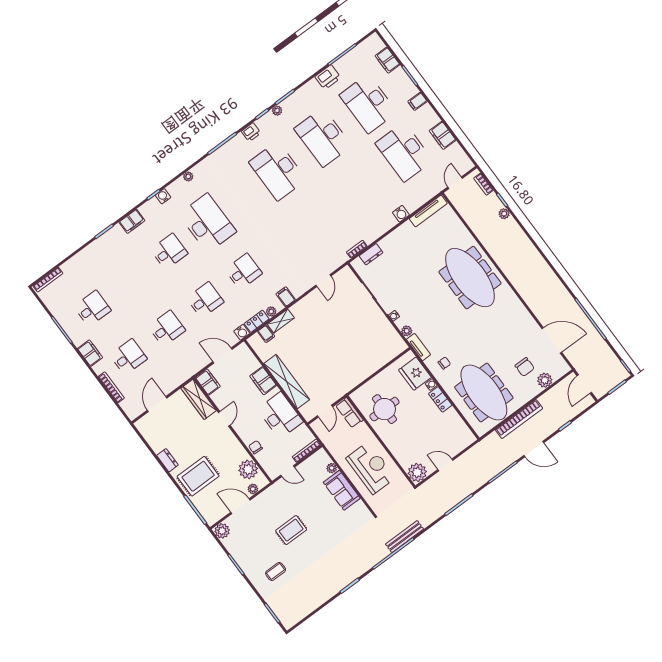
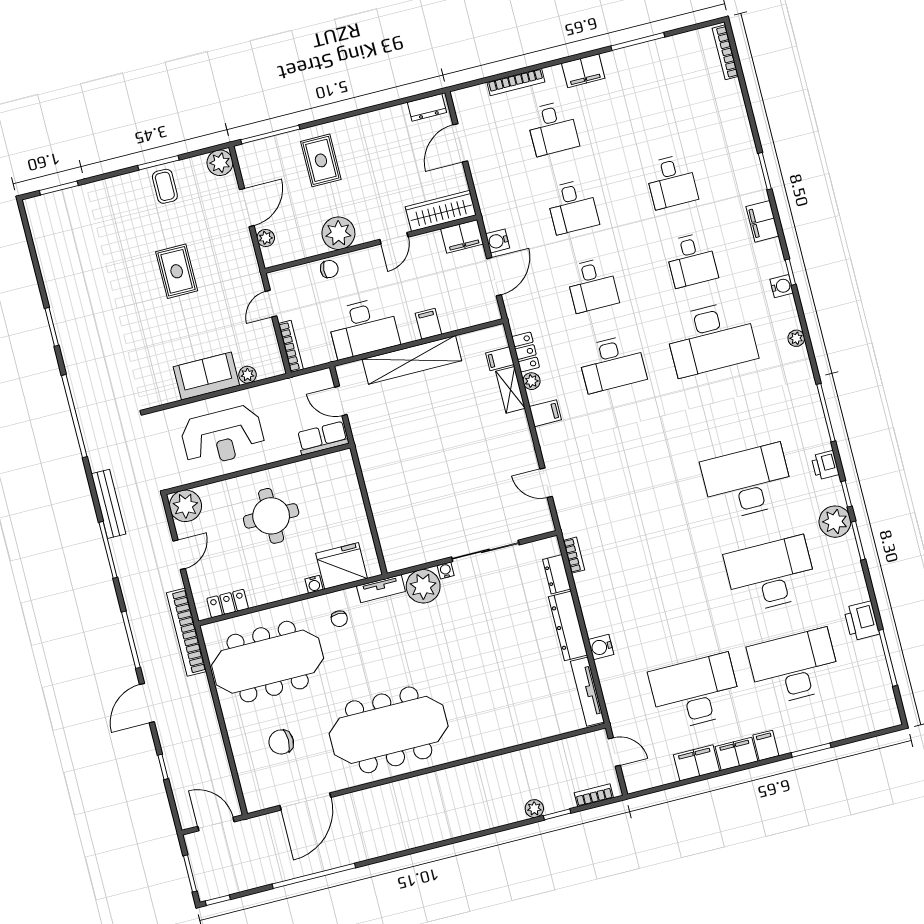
filing cabinet: (387, 60) -> (736, 754), moved
plant: (277, 111) -> (835, 522), width x1.87, depth x1.87
dresser: (397, 236) -> (568, 626), added
desk: (243, 271) -> (612, 364), width x1.37
meeting table: (470, 278) -> (389, 730), moved
desk: (92, 308) -> (671, 182), moved
plant: (407, 331) -> (423, 586), width x1.87, depth x1.87
water cooler: (242, 332) -> (498, 241), moved
plant: (545, 380) -> (248, 765), removed
filing cabinet: (263, 381) -> (428, 324), width x0.50
locker: (440, 399) -> (228, 603), moved
door: (157, 404) -> (460, 143), swing flipped
round table: (384, 409) -> (271, 516), moved
door: (224, 419) -> (394, 238), hinge flipped
bookcase: (519, 419) -> (186, 632), moved
dresser: (167, 460) -> (427, 107), moved
plant: (248, 469) -> (338, 233), moved
rug: (198, 476) -> (321, 160), width x0.73, depth x0.70
bench: (404, 537) -> (108, 504), moved
coffee table: (276, 571) -> (165, 186), moved

